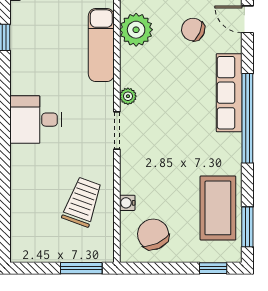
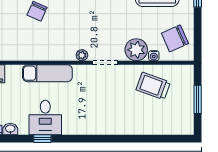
plant: (136, 30) -> (136, 50), moved
desk: (36, 120) -> (45, 117), moved
window: (81, 268) -> (198, 99), moved

